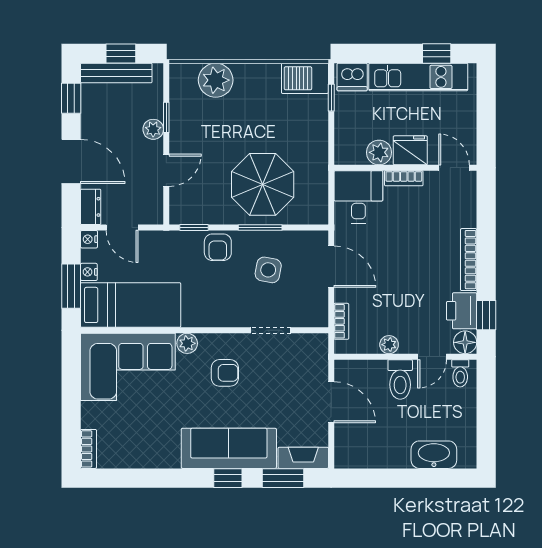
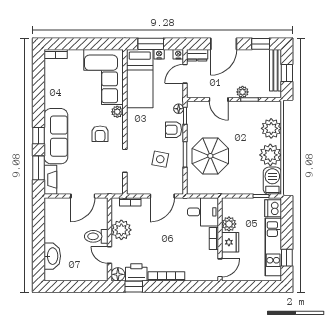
plant: (261, 82) -> (270, 155), added
floor lamp: (182, 239) -> (179, 109), added
plant: (389, 345) -> (121, 230), width x1.87, depth x1.87
toilet: (460, 373) -> (100, 271), removed

